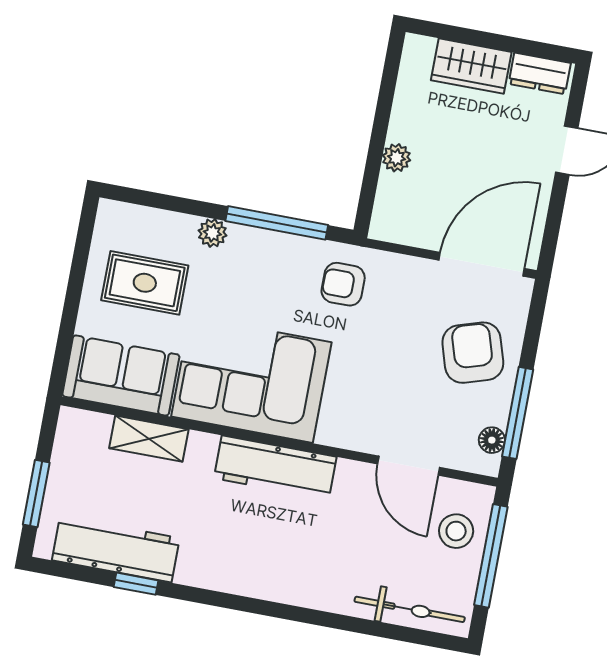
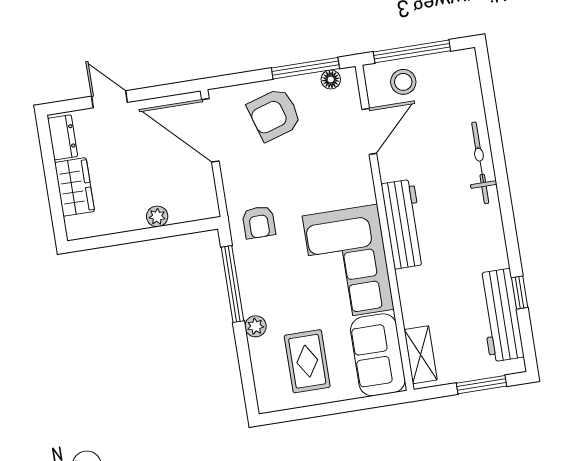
shelving: (149, 439) -> (421, 355), moved
bicycle: (410, 609) -> (480, 163), moved

